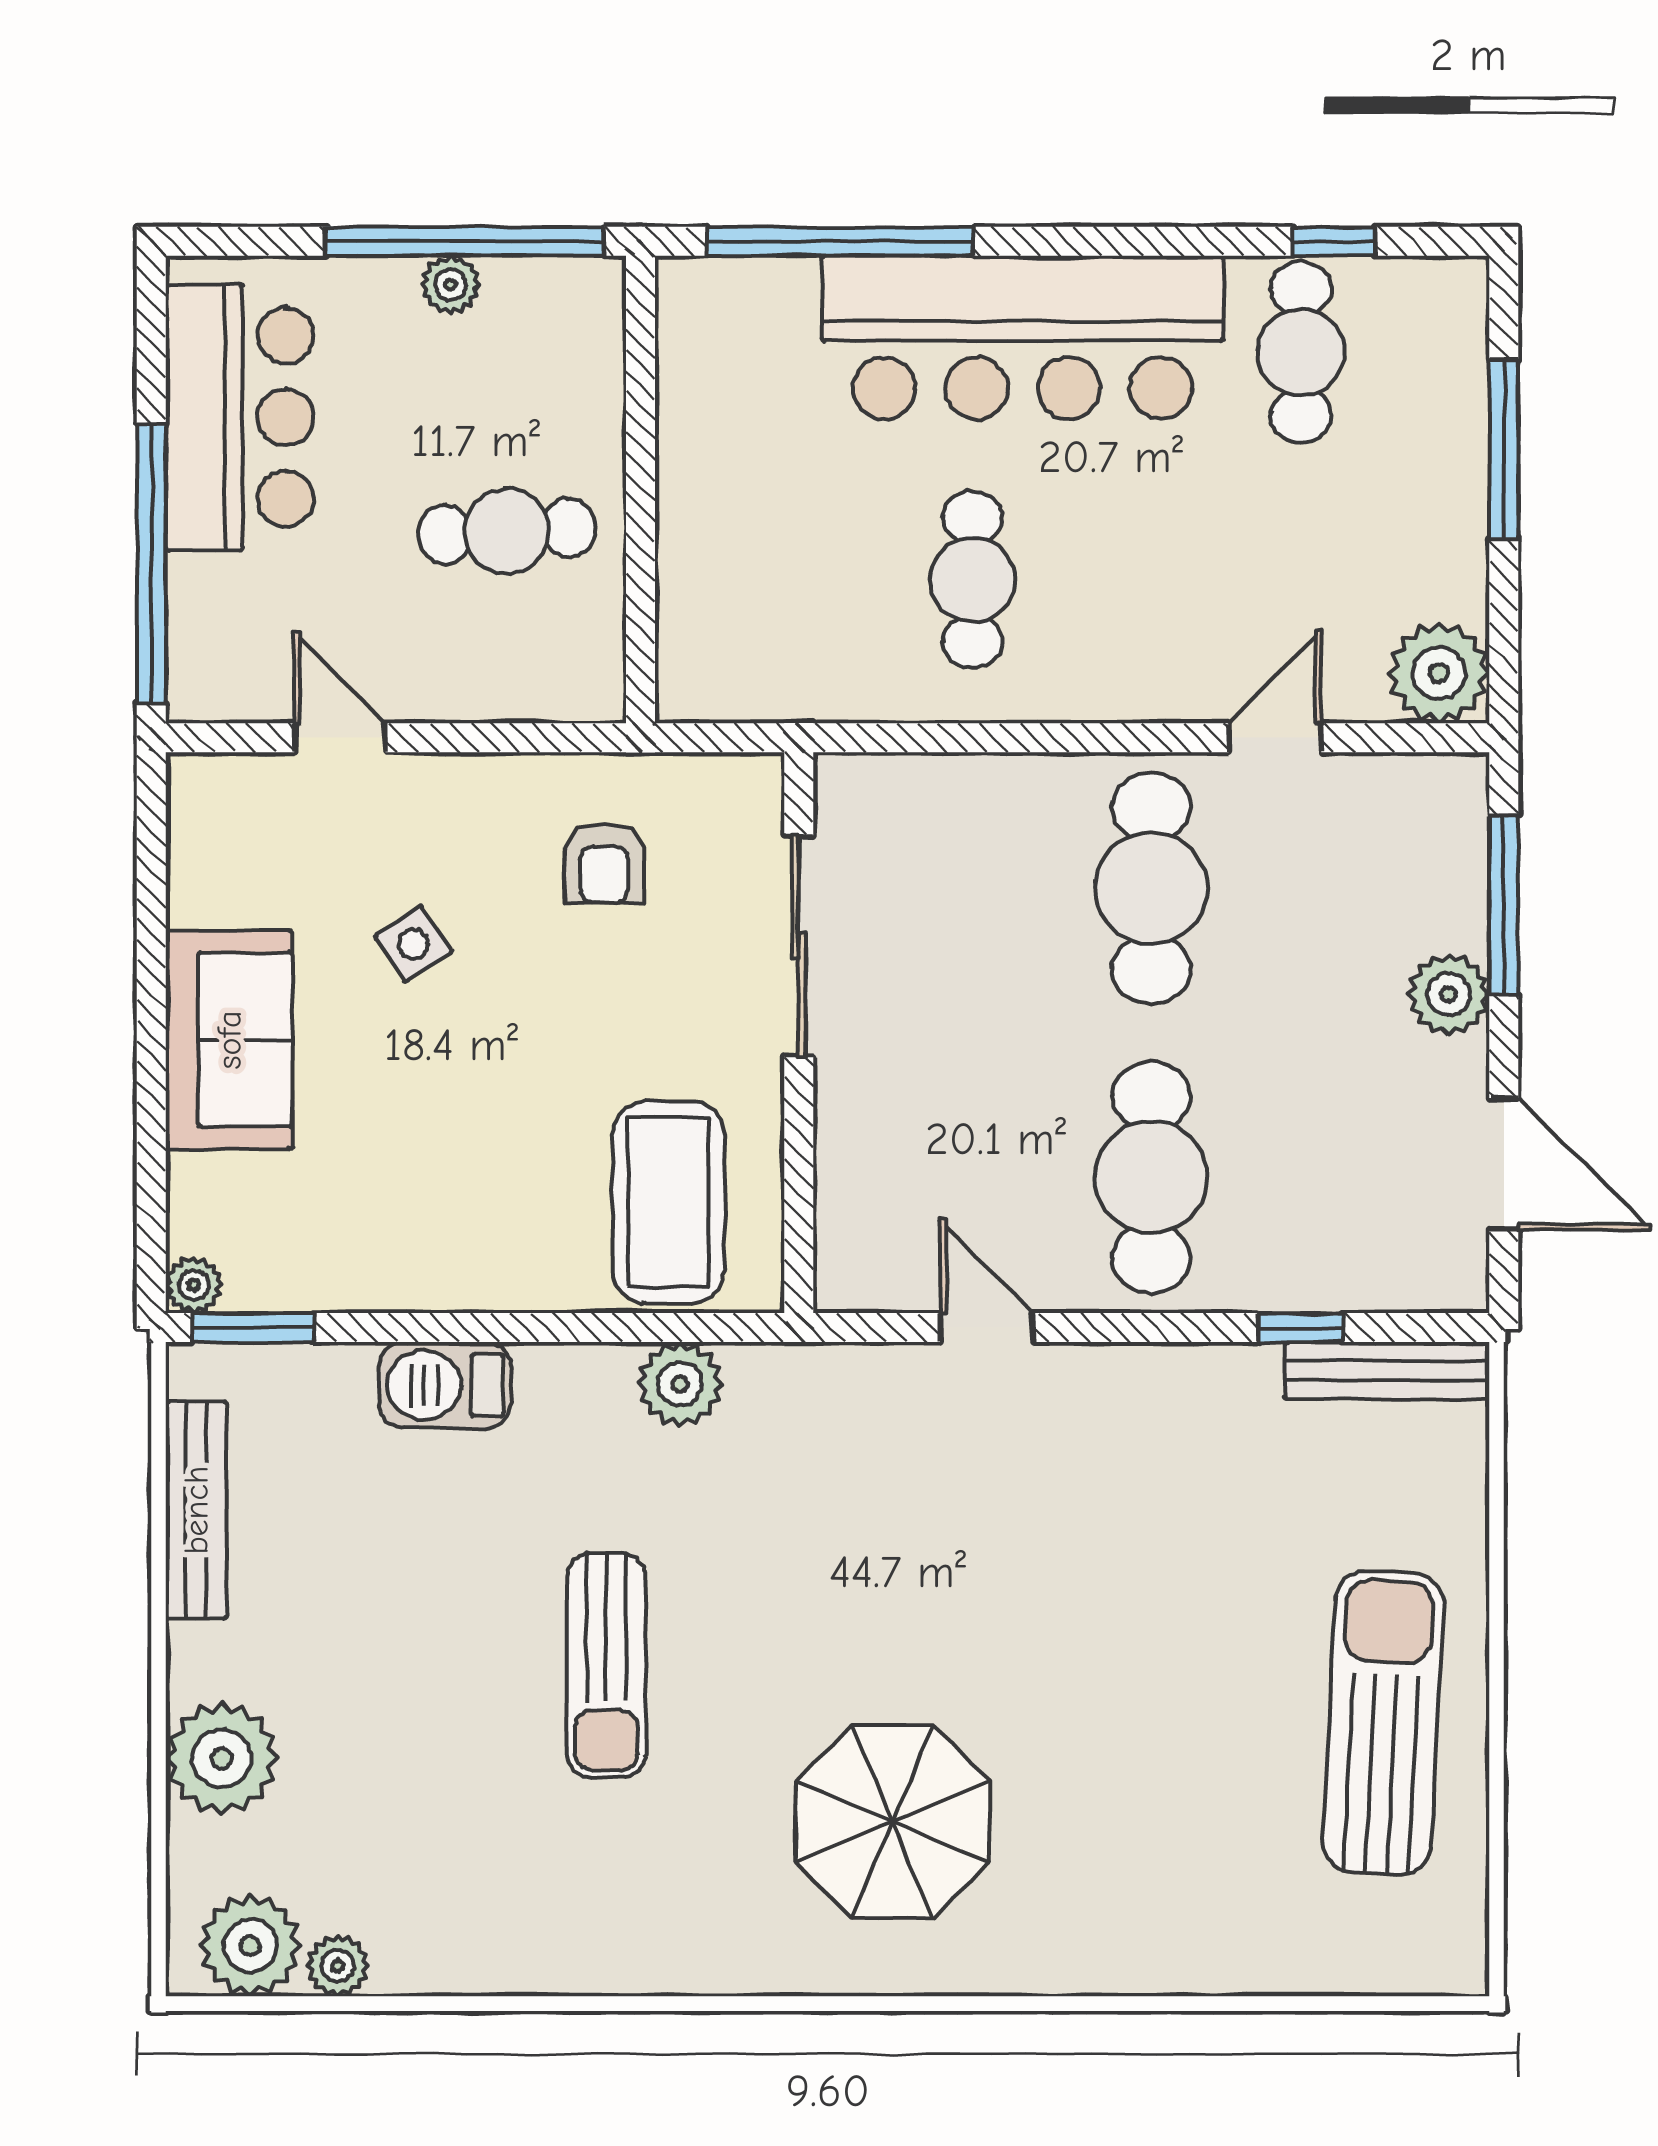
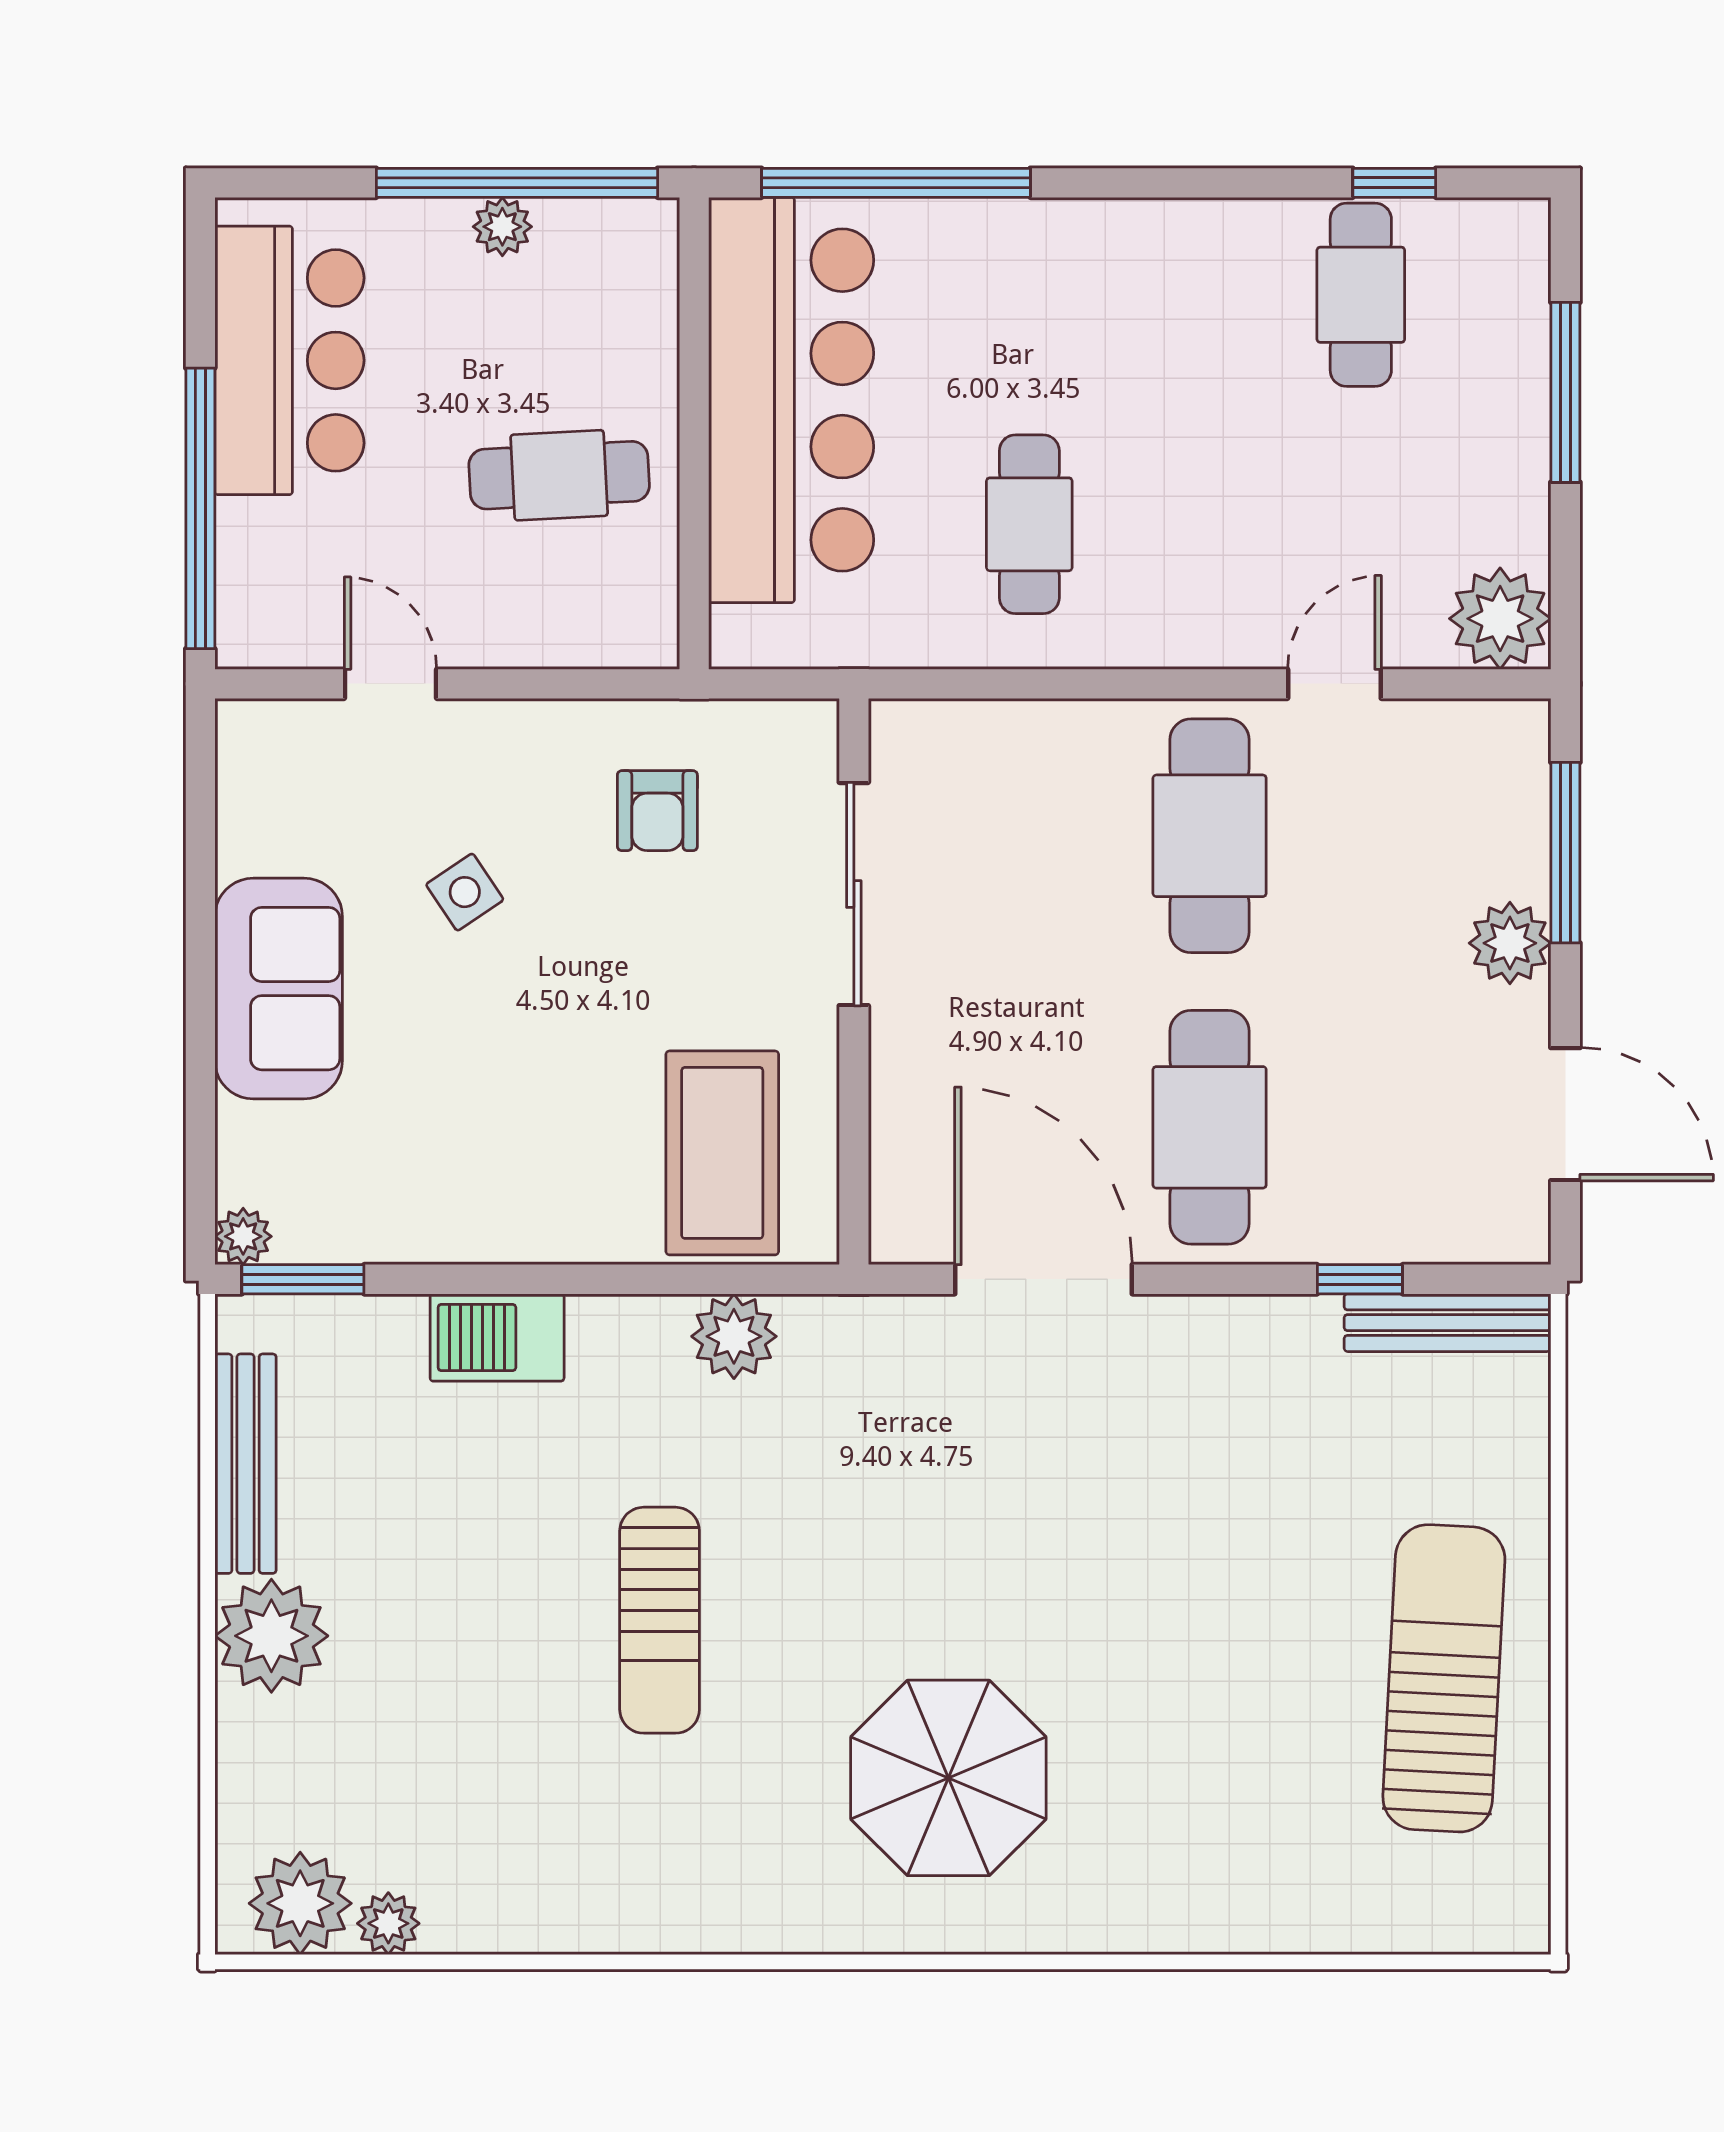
bar counter: (1023, 337) -> (791, 400), moved, turned -90
door: (987, 1327) -> (1044, 1279), width x1.88
plant: (222, 1758) -> (271, 1636), moved

